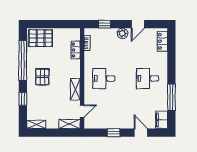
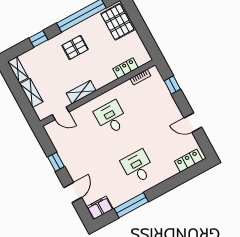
plant: (122, 33) -> (173, 111), removed
shelving: (69, 124) -> (31, 93), moved

